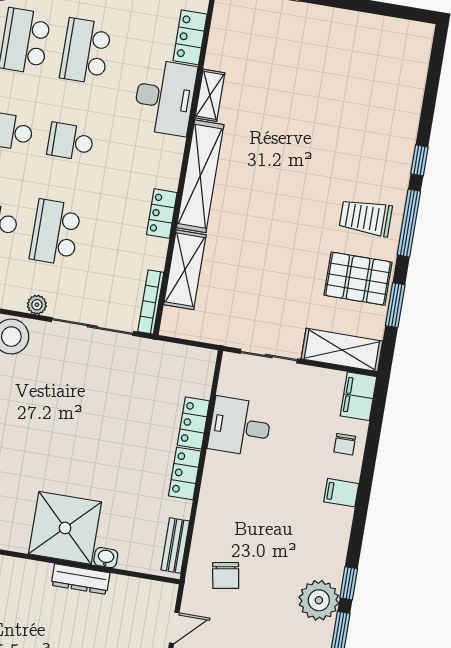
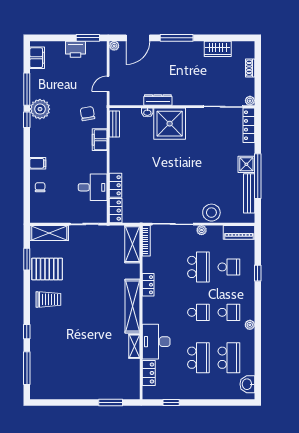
window: (409, 223) -> (27, 368), moved
shelving: (185, 270) -> (132, 244), moved
filing cabinet: (358, 396) -> (100, 140), moved, turned 180
locker: (185, 473) -> (116, 211), moved

